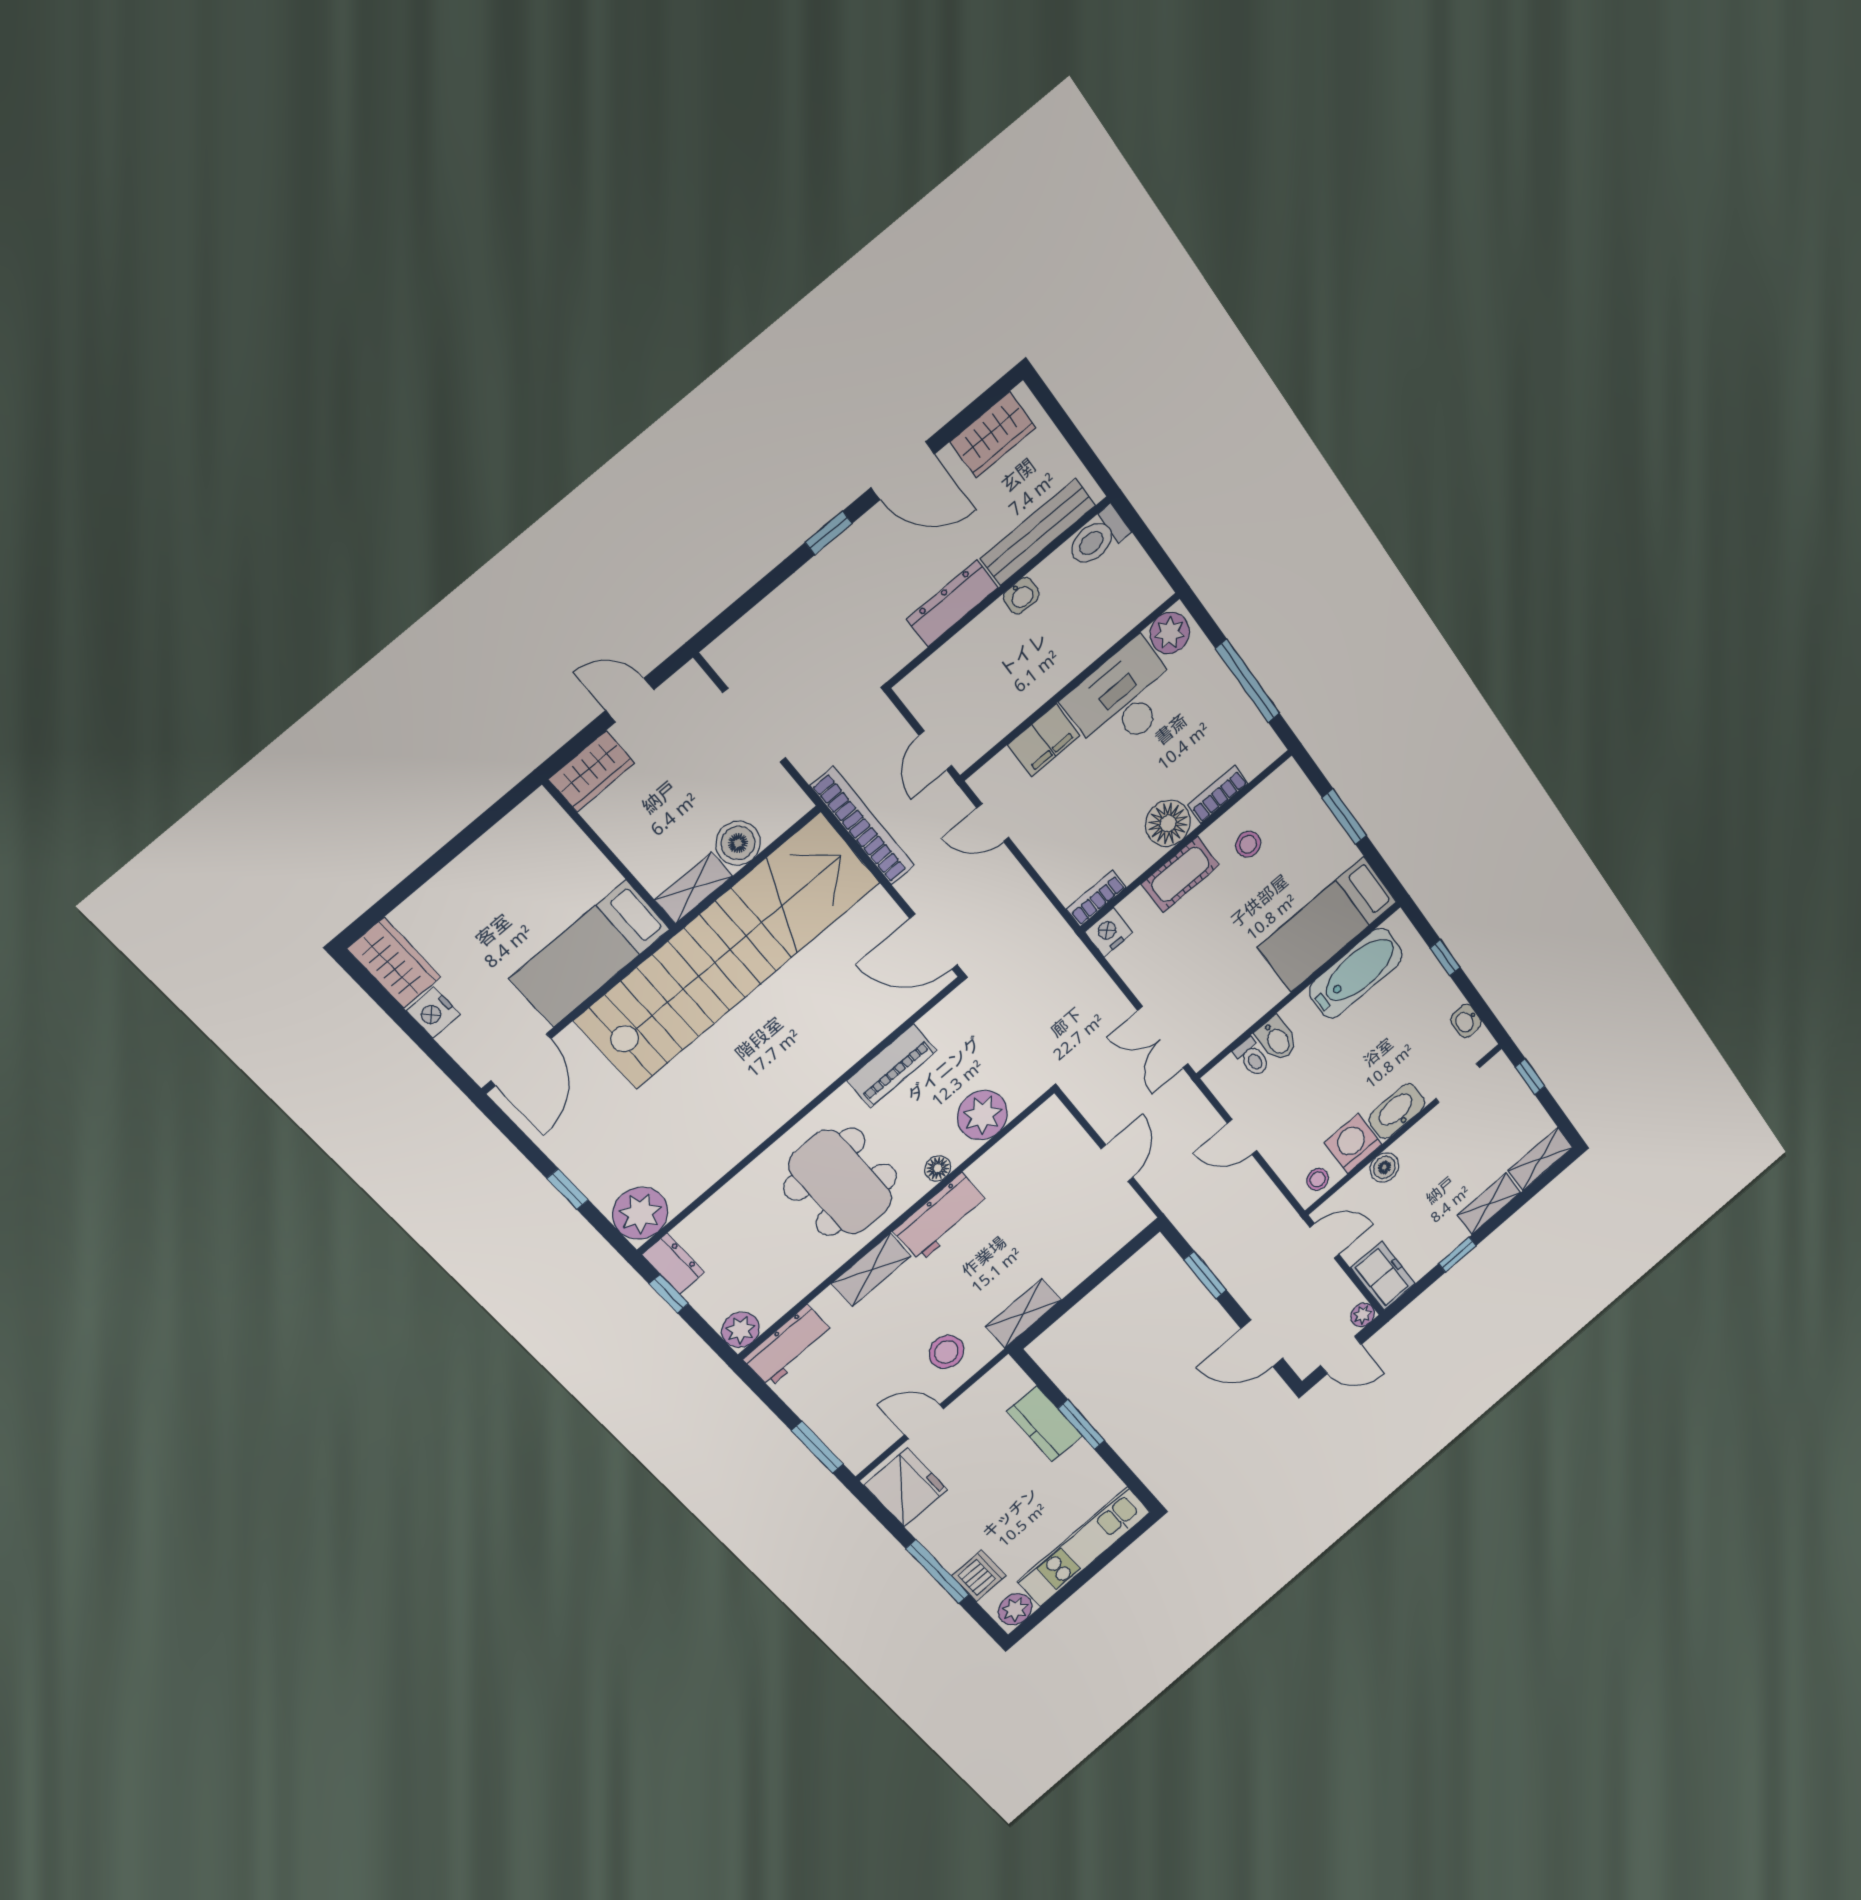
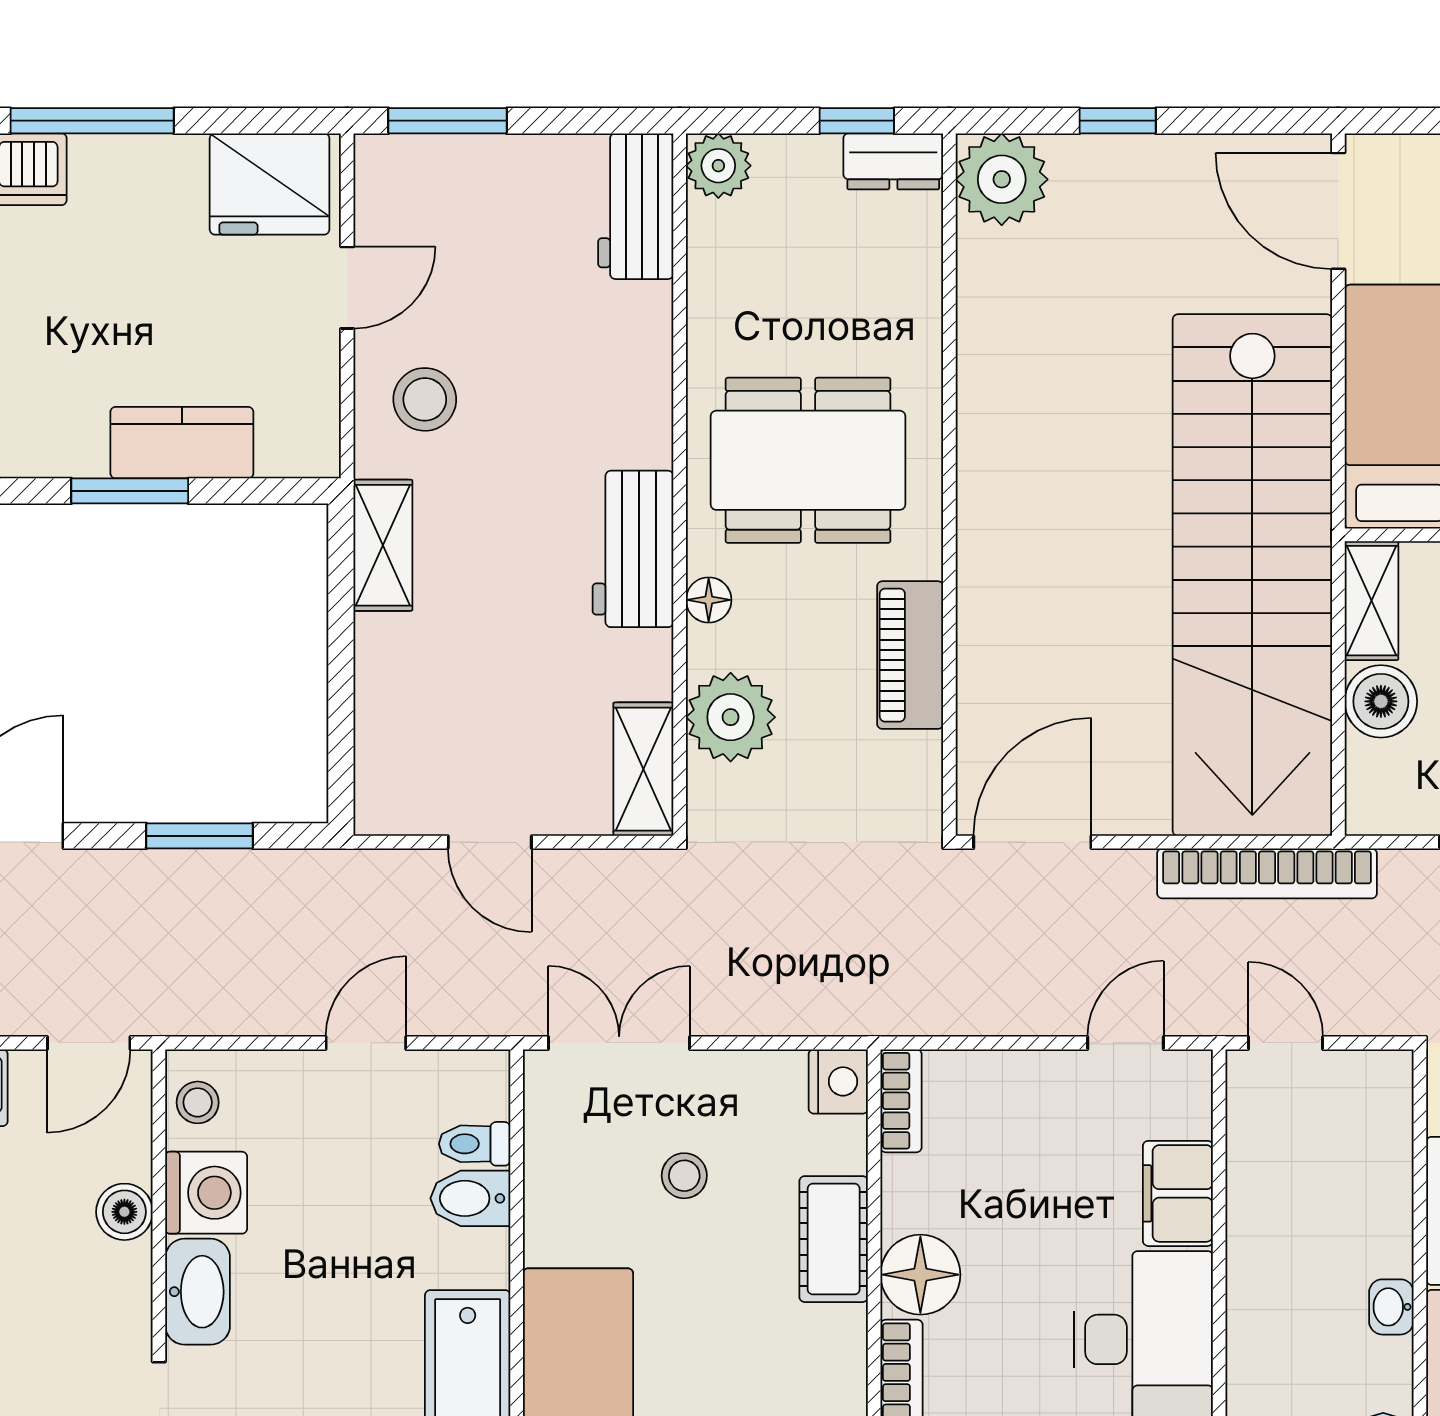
stool: (1248, 844) -> (684, 1176), moved
shelving: (871, 1270) -> (643, 769), moved

